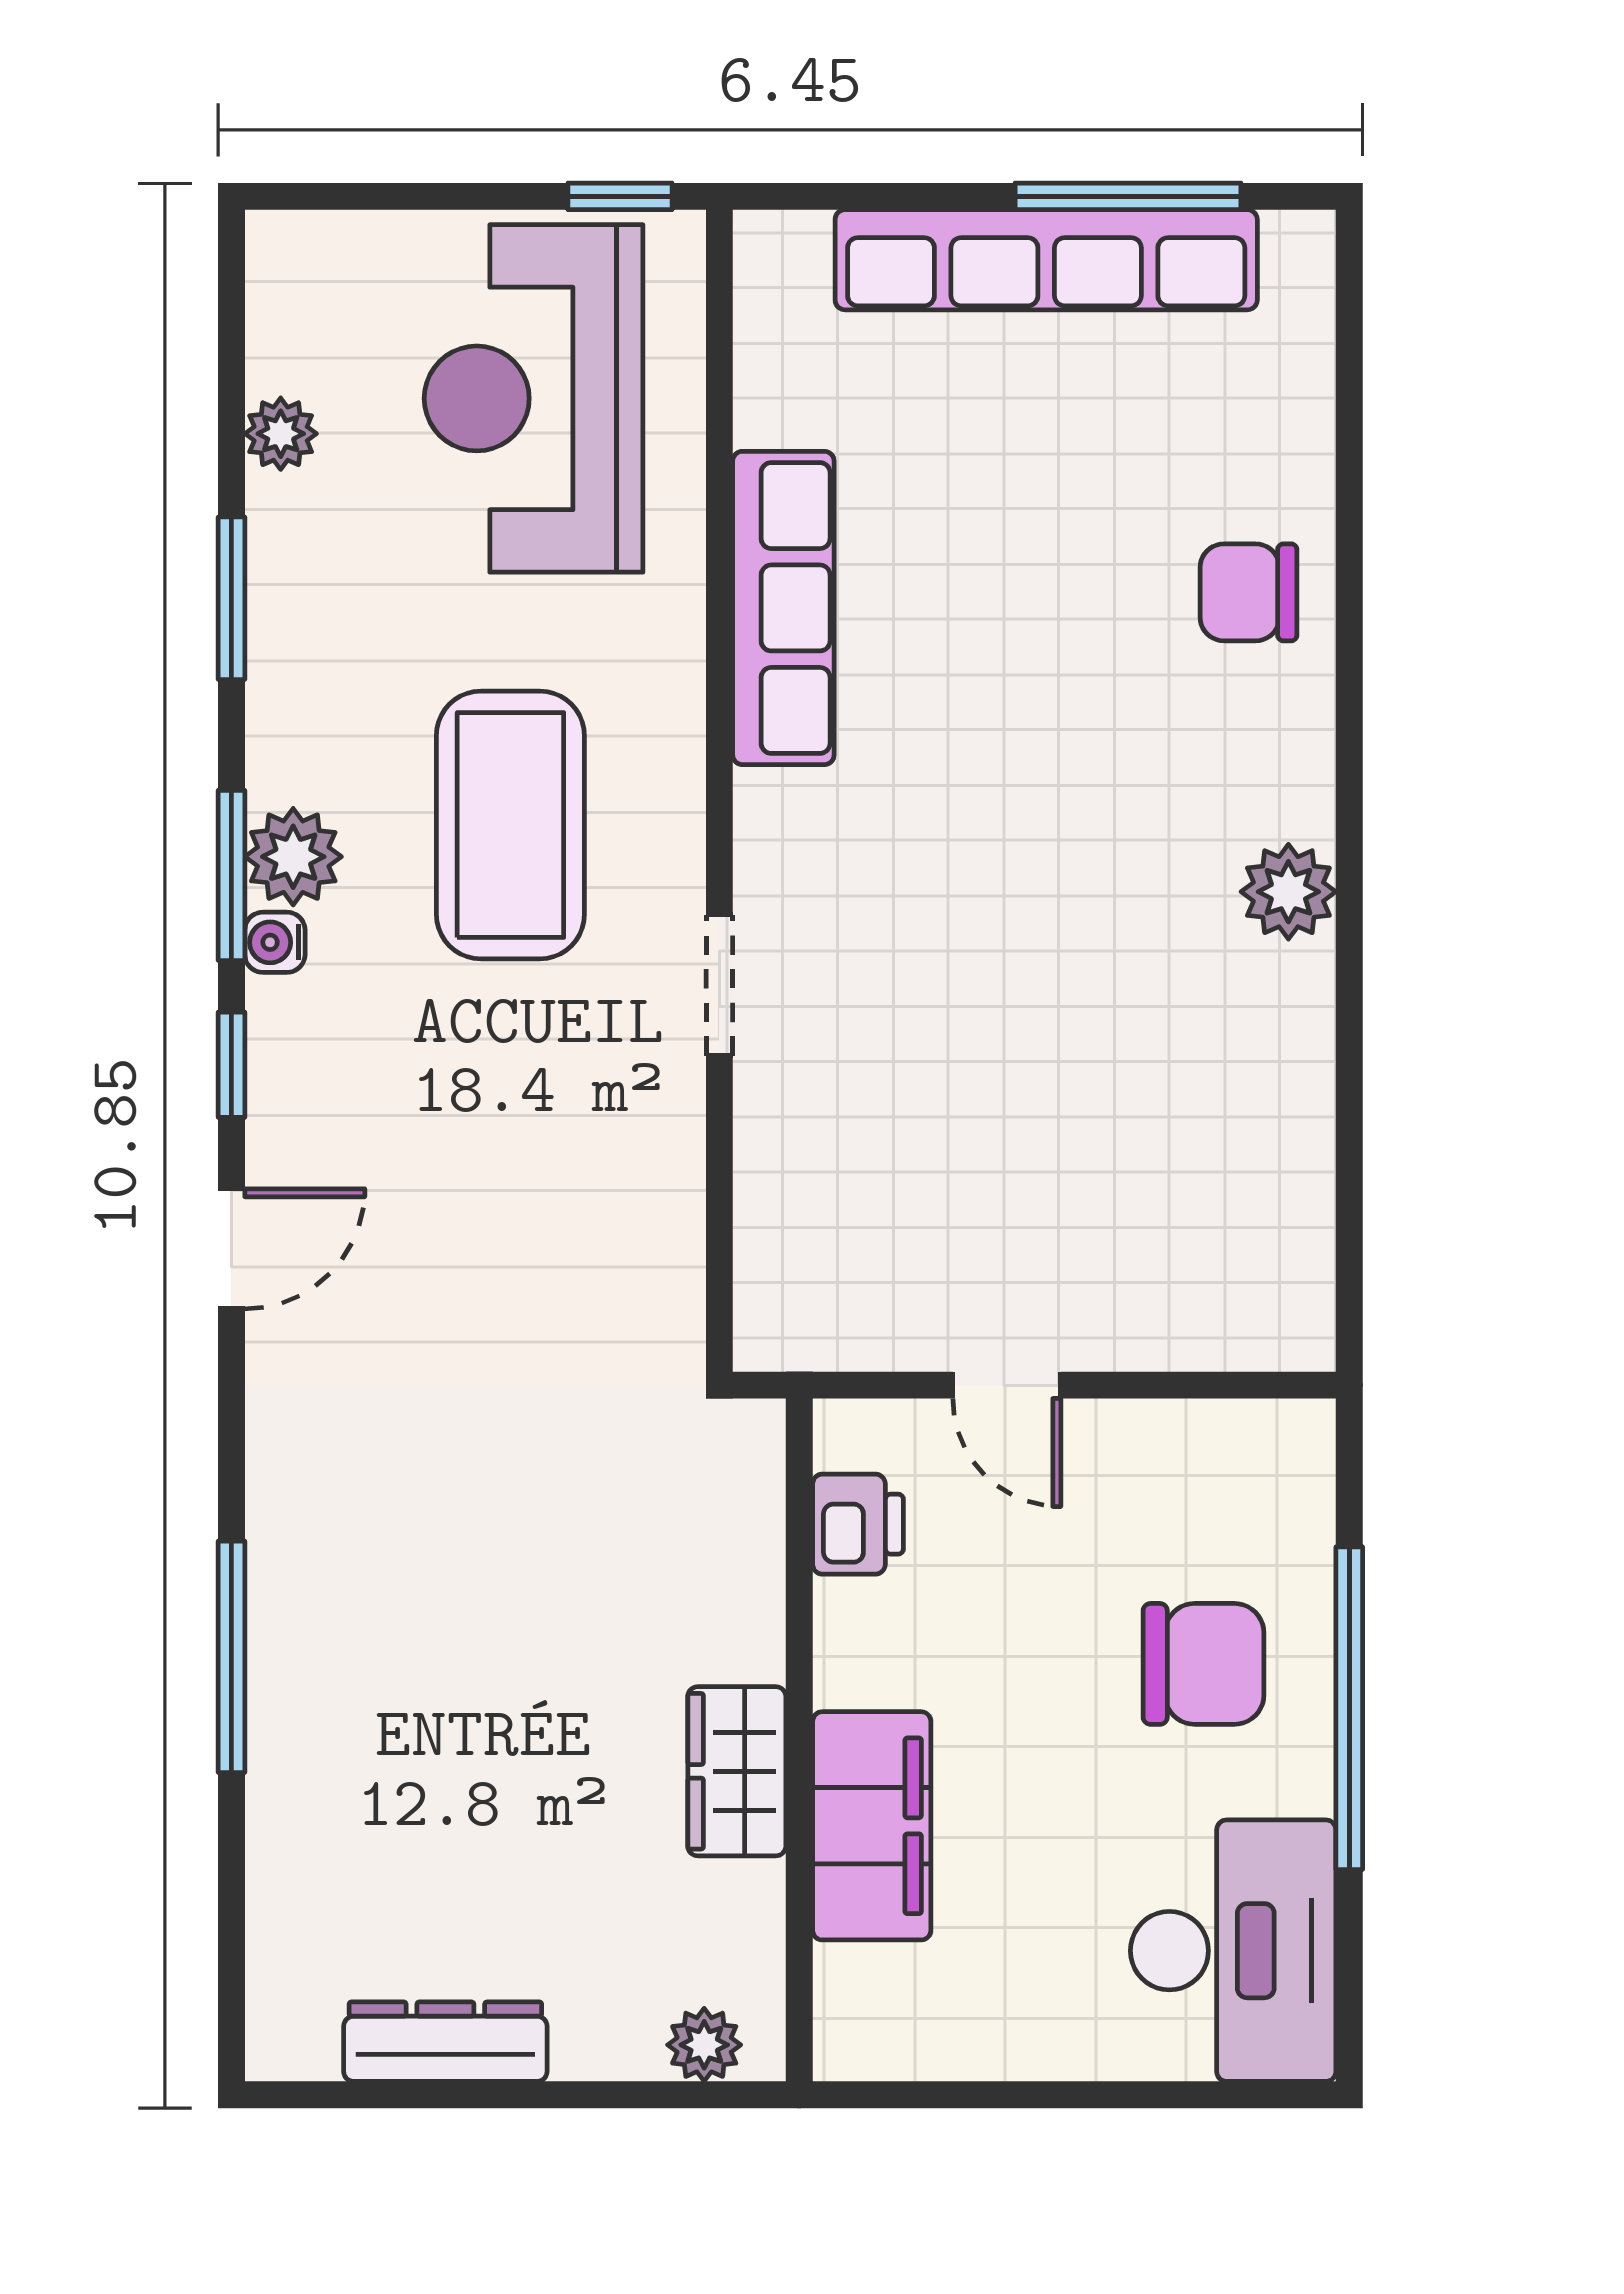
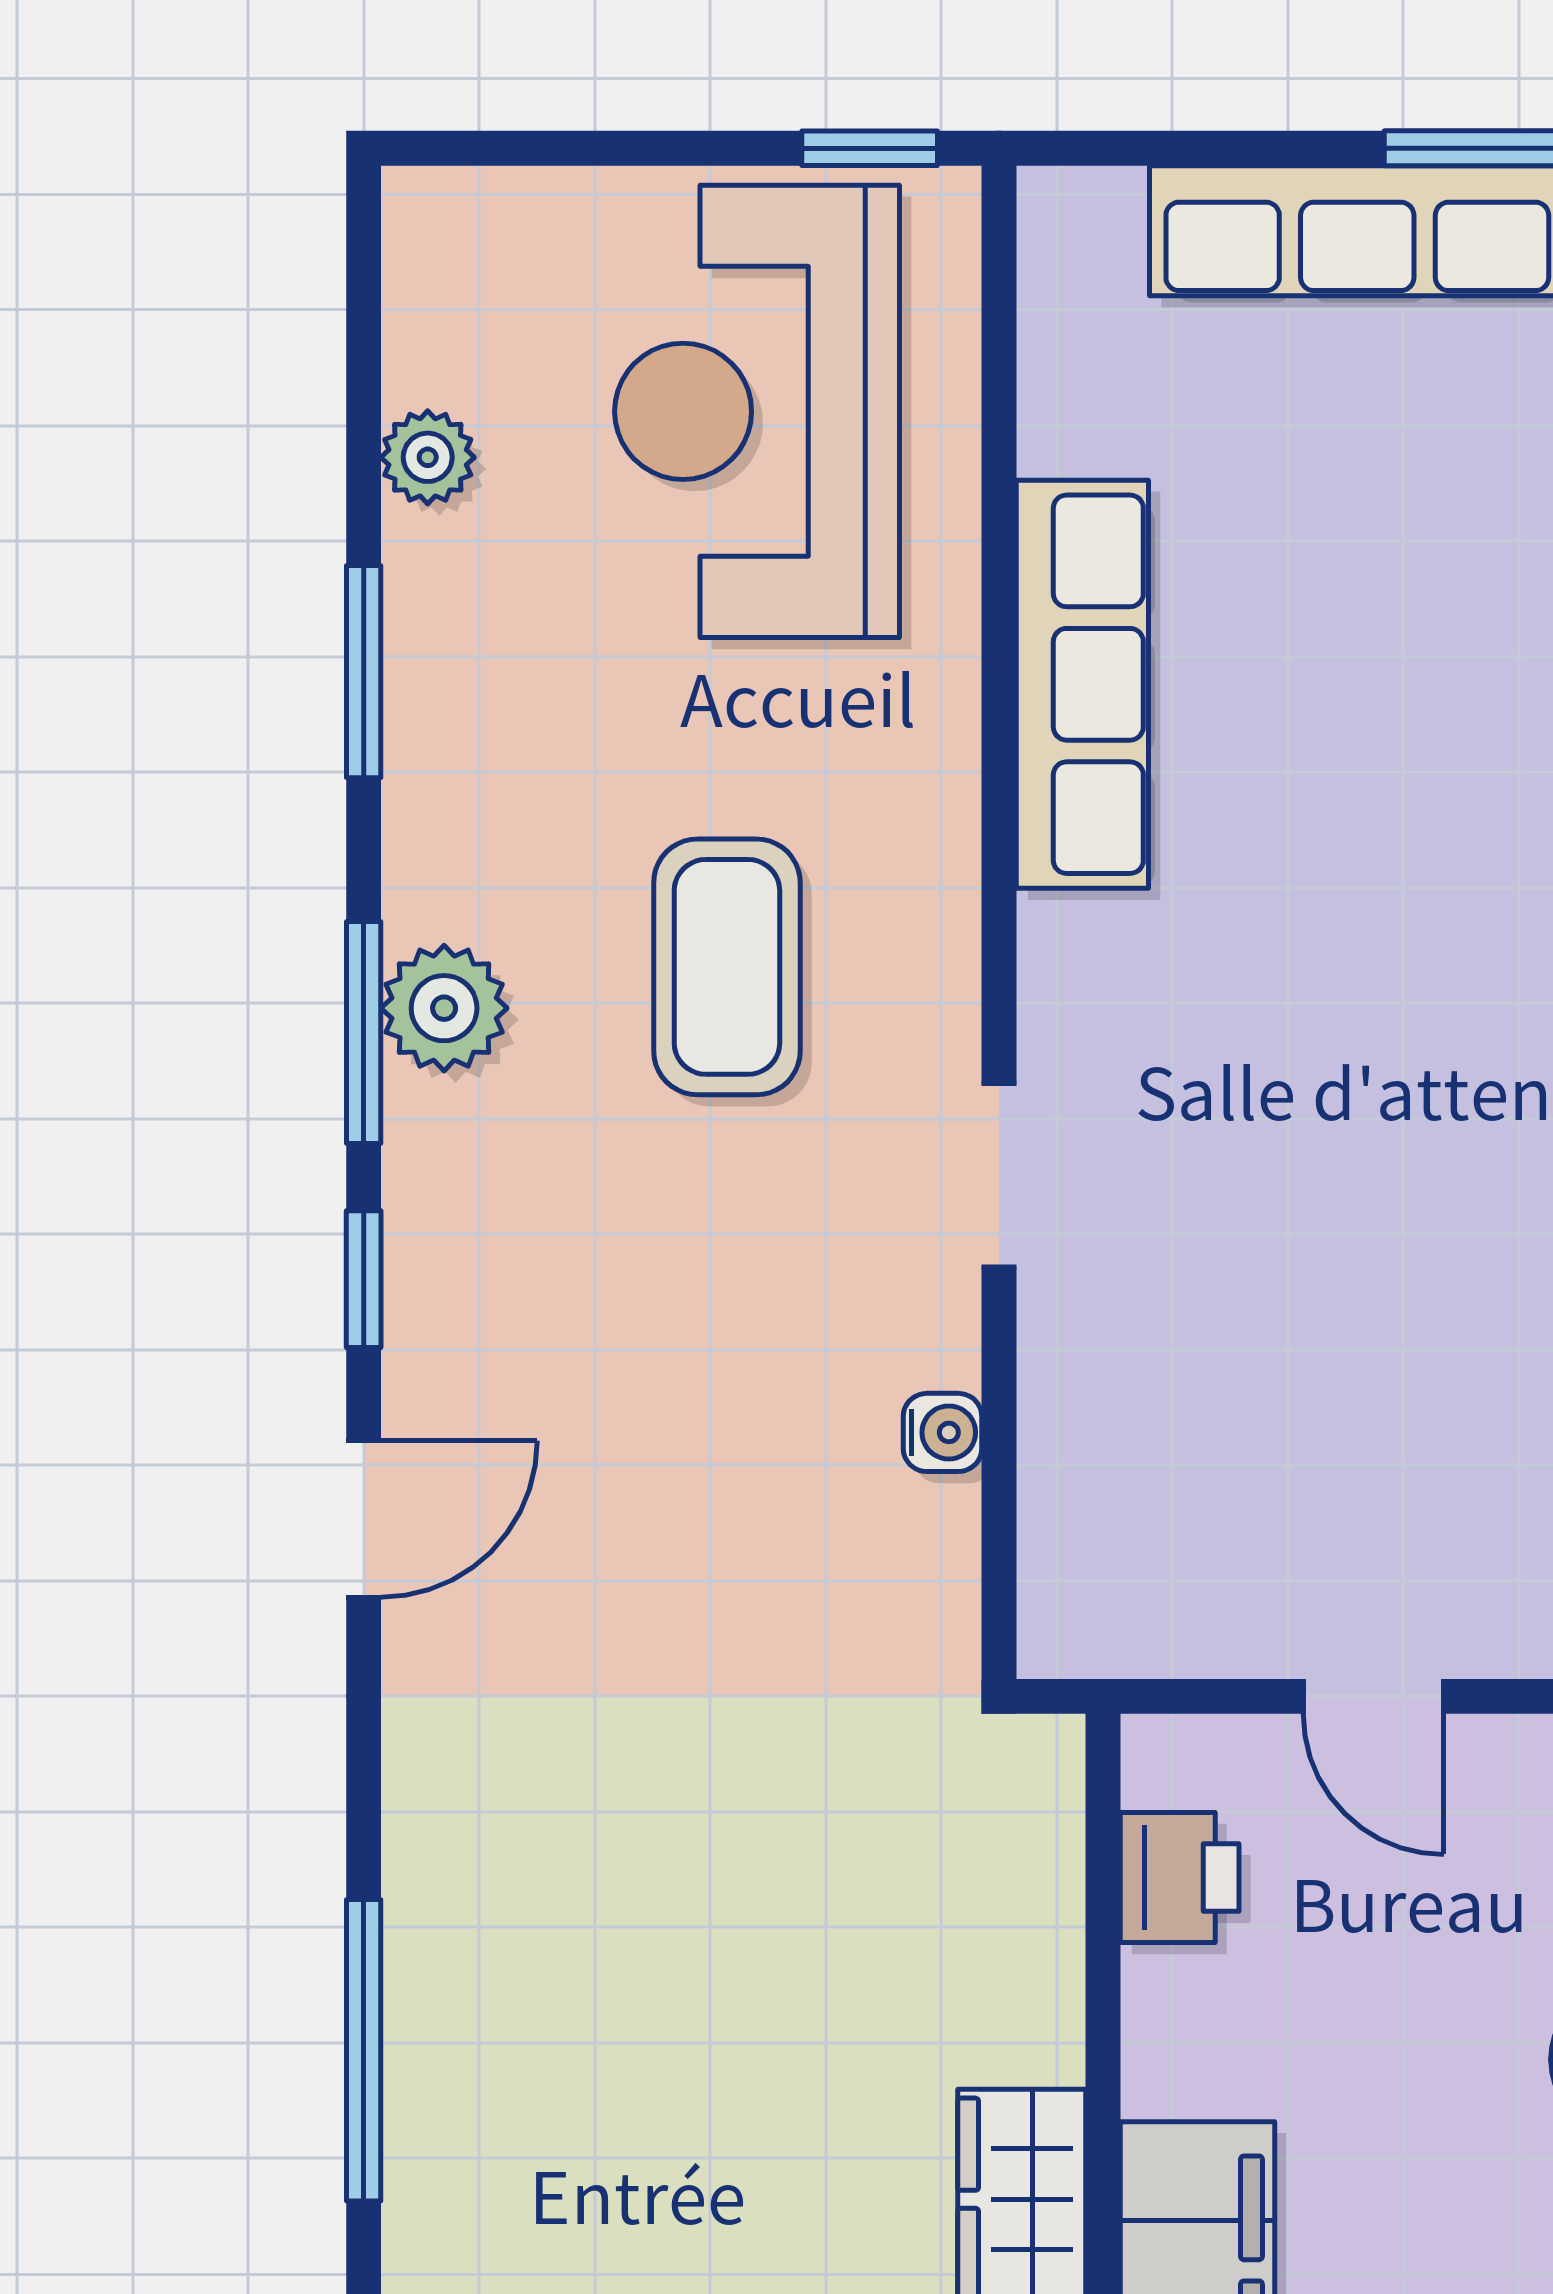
coffee table: (510, 825) -> (727, 967), width x0.73, depth x0.76
water cooler: (275, 942) -> (943, 1432), moved, turned 180

